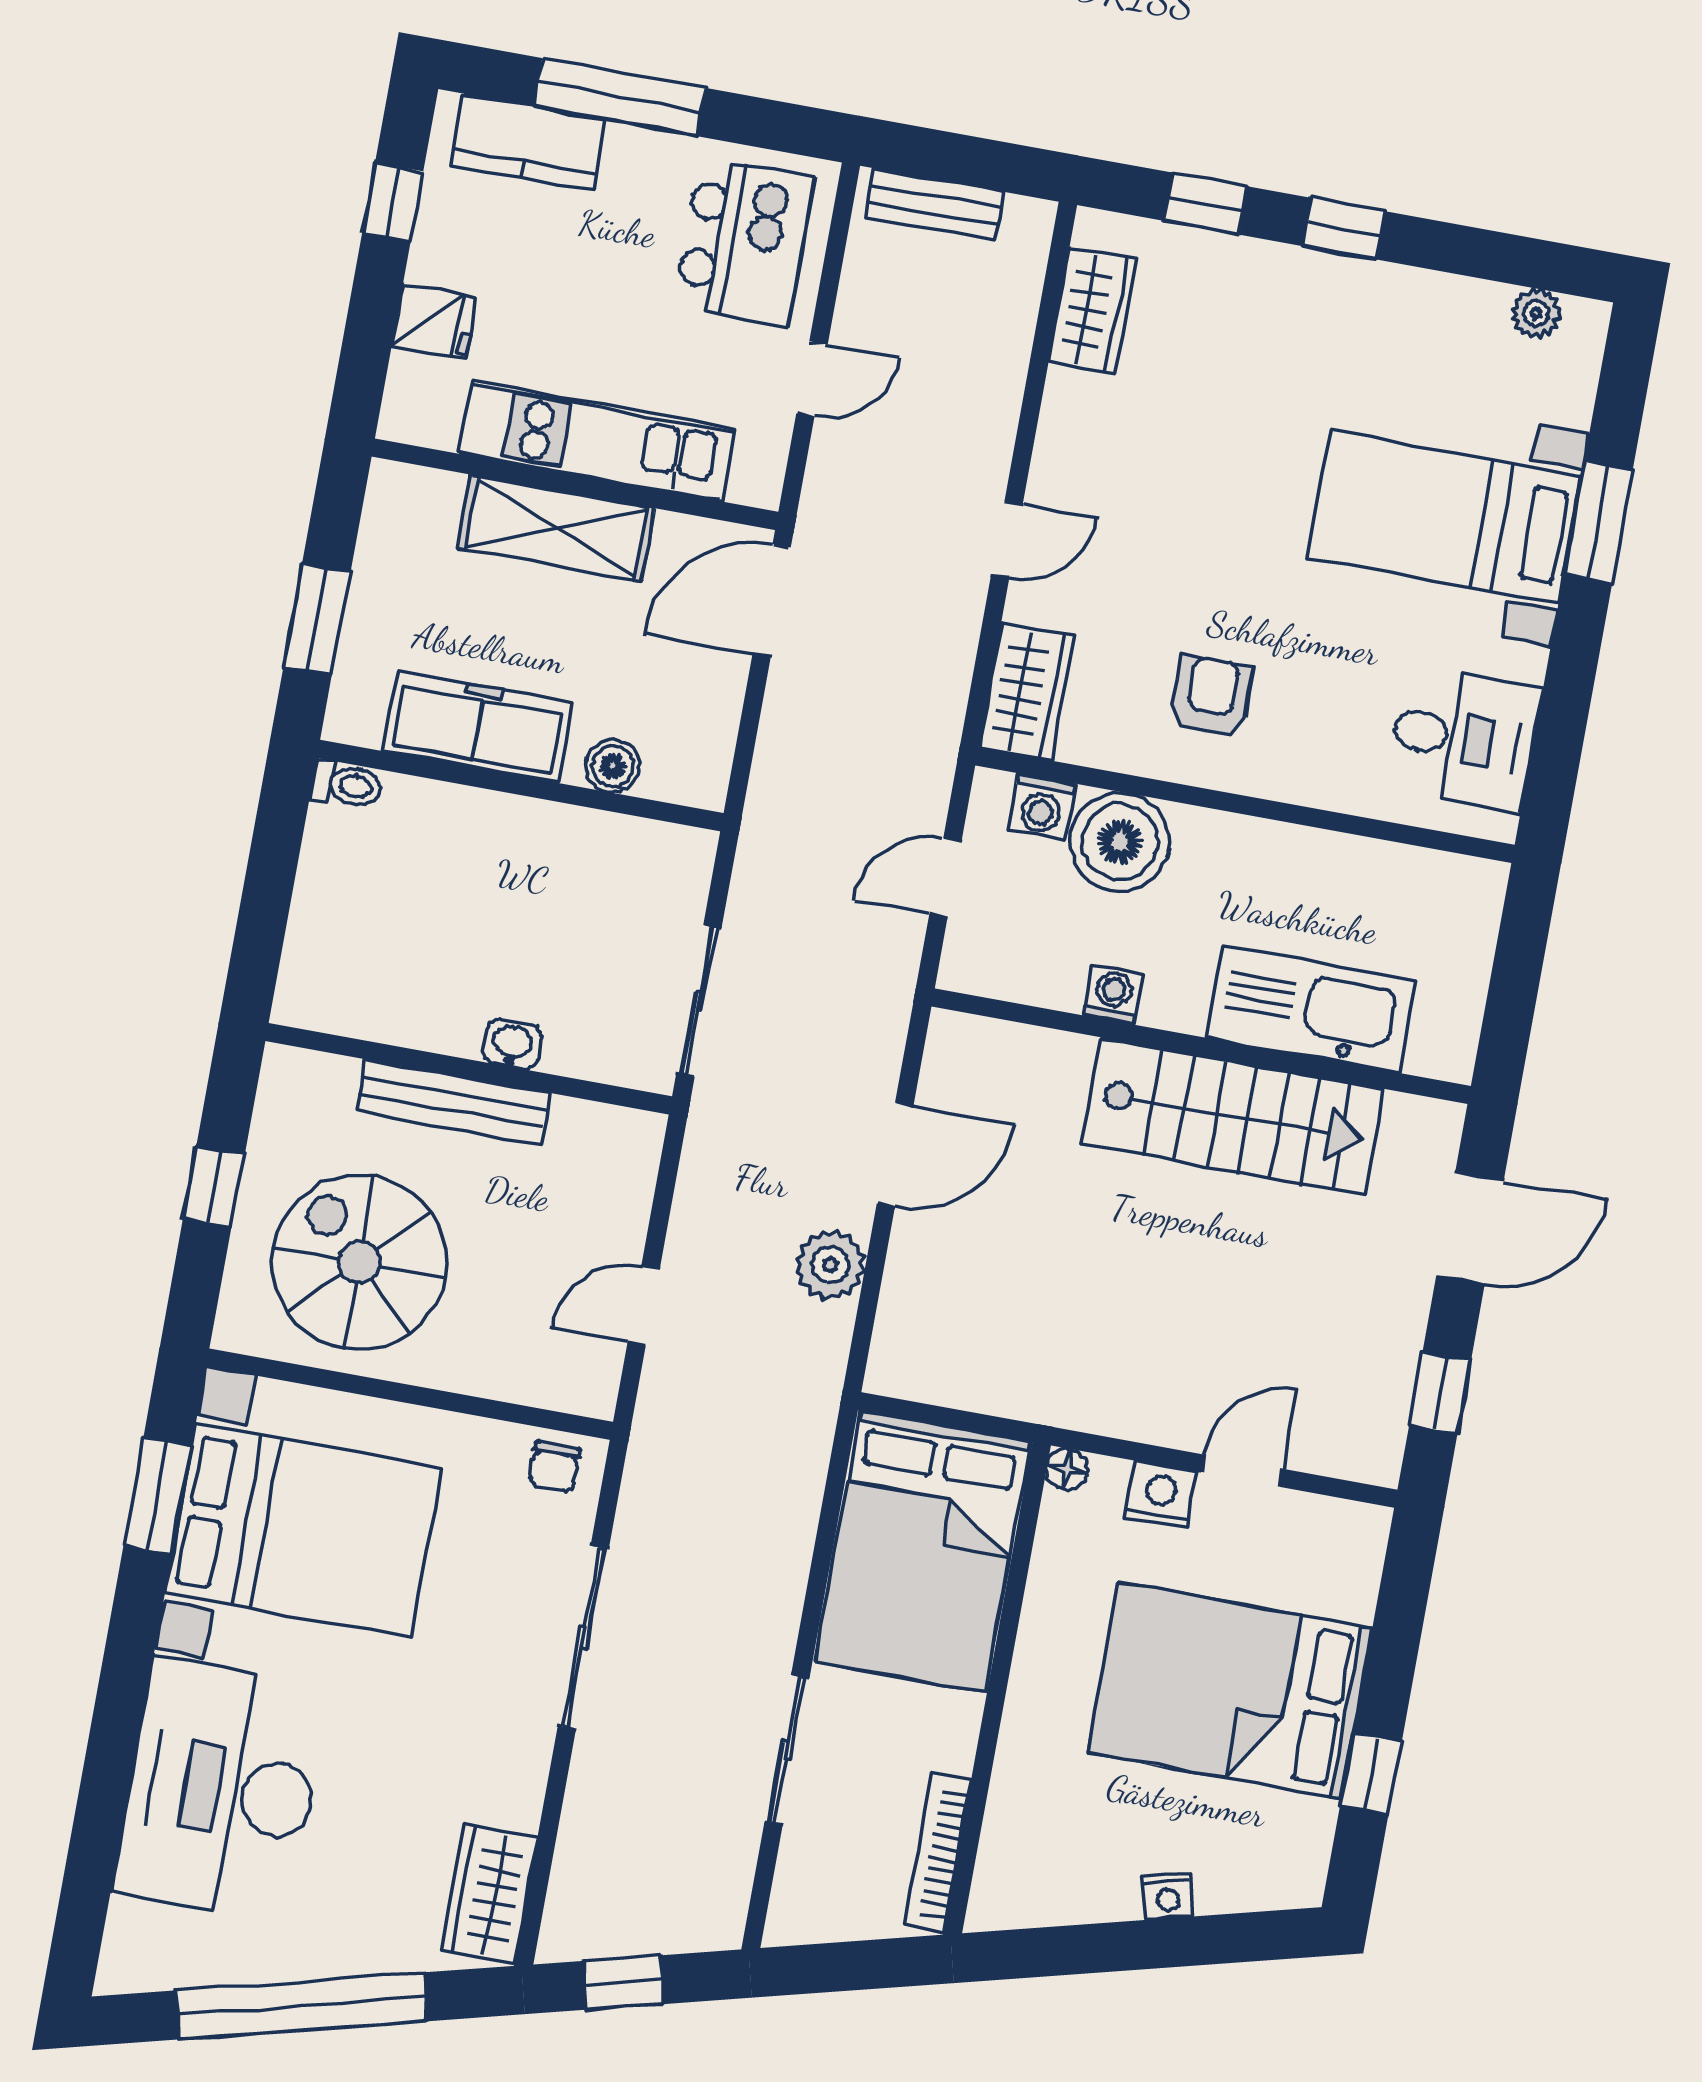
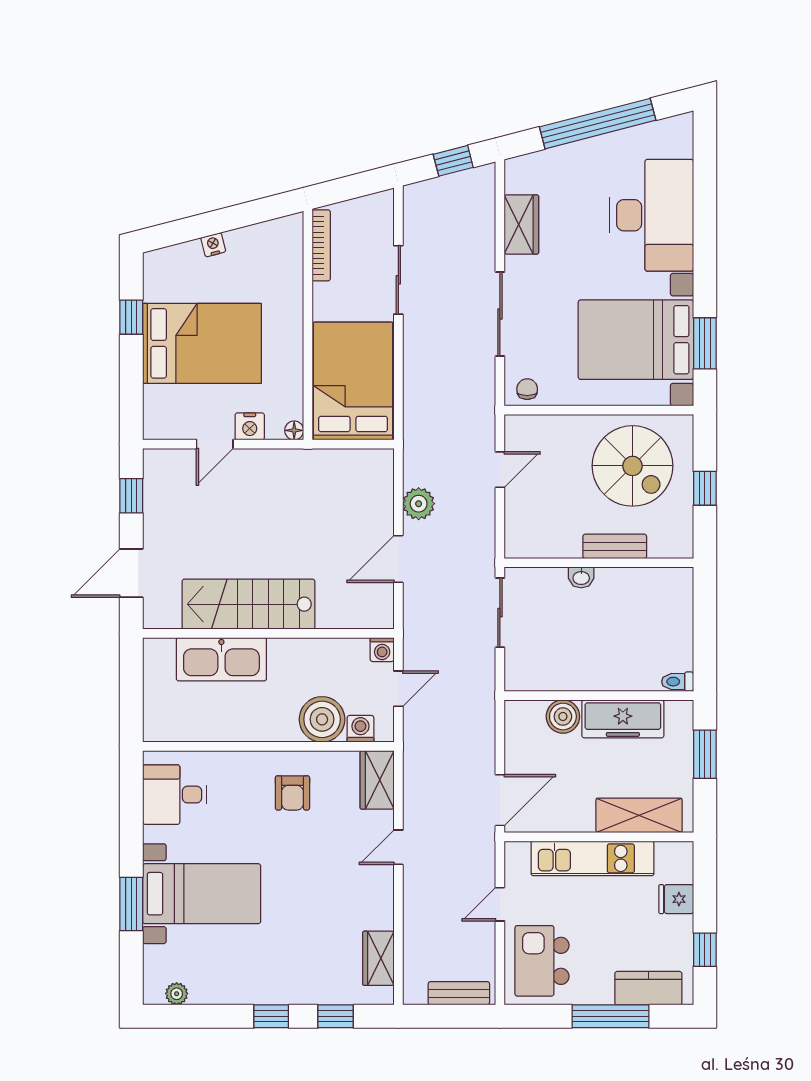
shelving: (557, 528) -> (639, 815), moved
boiler: (613, 766) -> (563, 716), width x1.36, depth x1.36
washing machine: (1113, 995) -> (382, 650), moved
bench: (453, 1102) -> (615, 546), width x0.73
wardrobe: (489, 1894) -> (521, 225), moved

